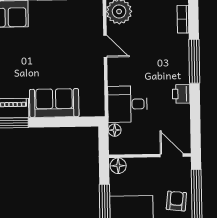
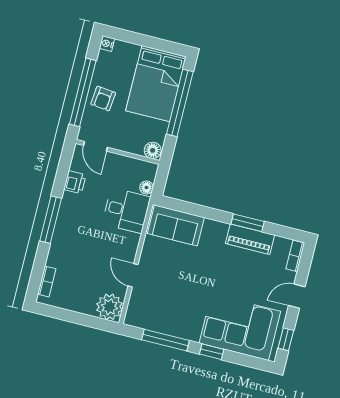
window: (194, 61) -> (51, 220), moved
printer: (181, 94) -> (75, 182), moved
sofa: (54, 103) -> (176, 225), moved

